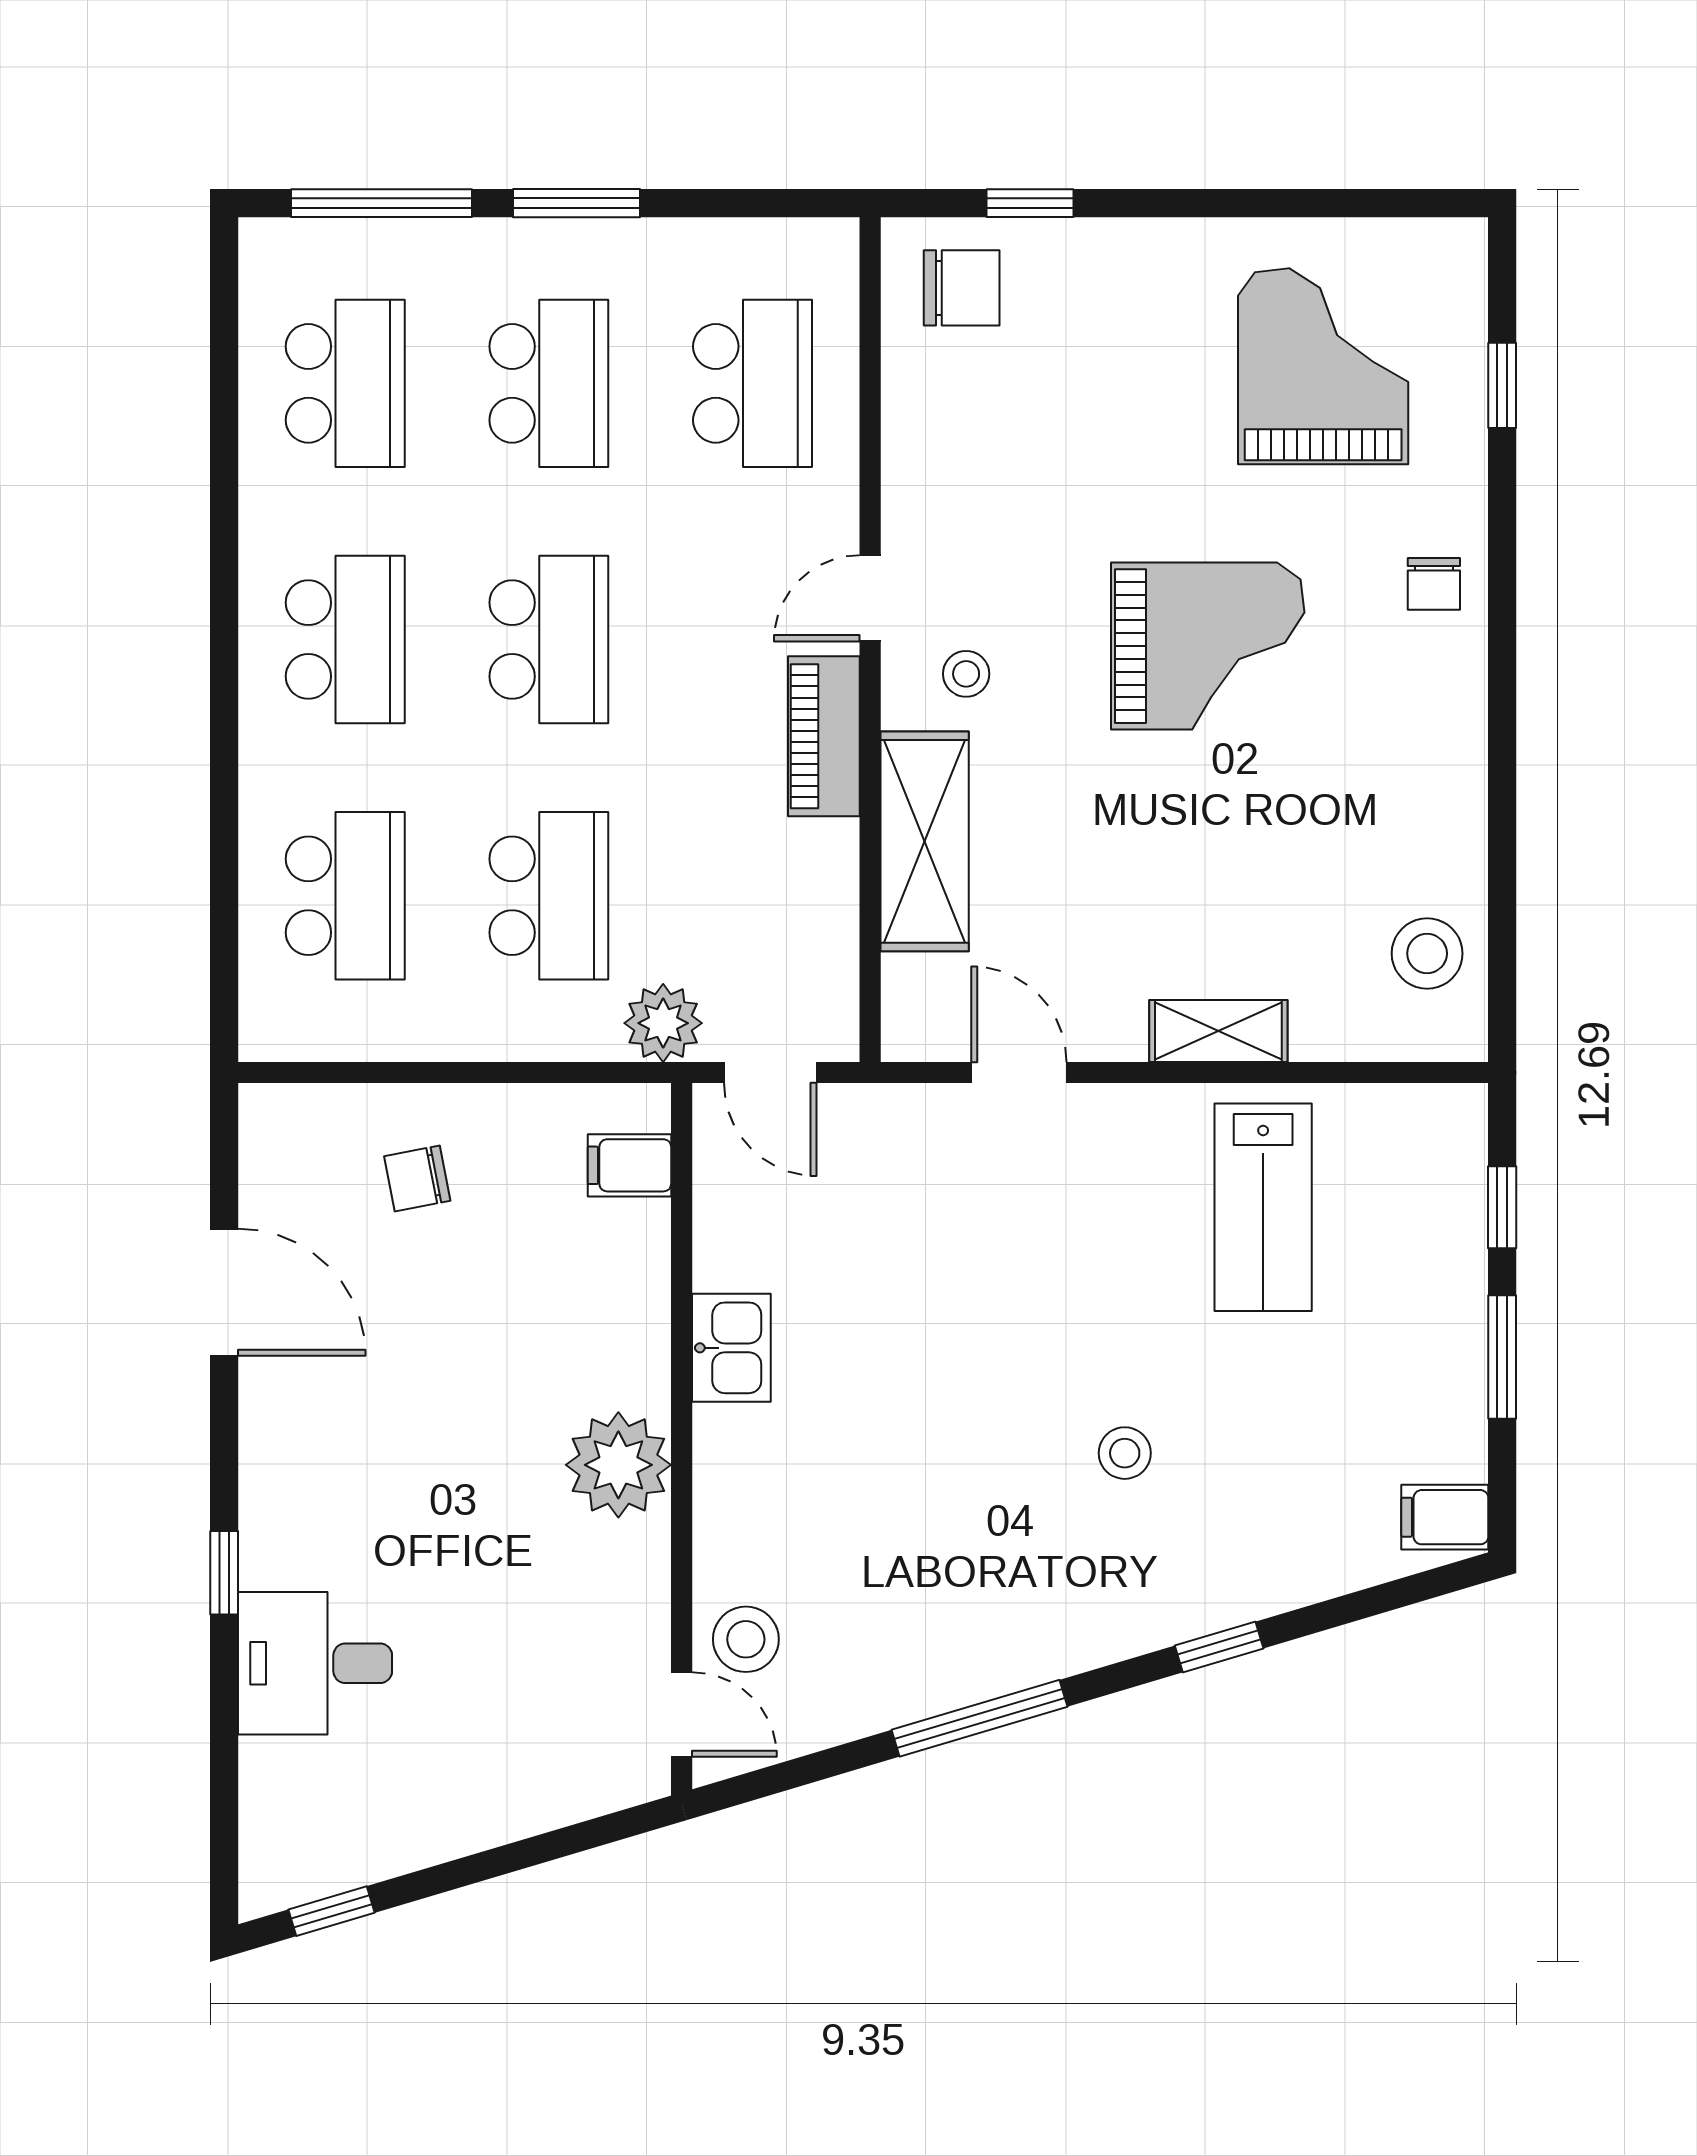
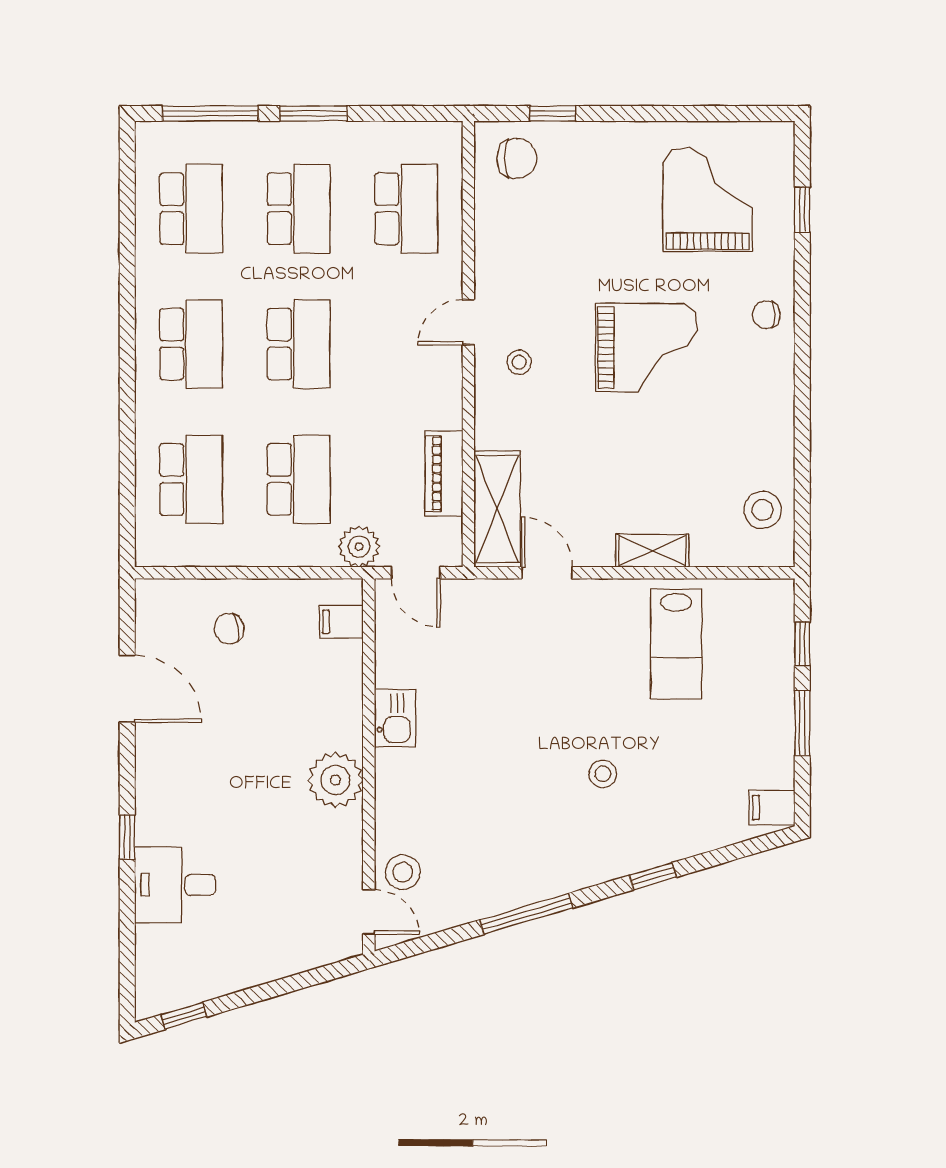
chair: (1434, 584) -> (766, 315), turned 90
piano: (824, 736) -> (444, 473), moved
shelving: (925, 841) -> (497, 509), moved

